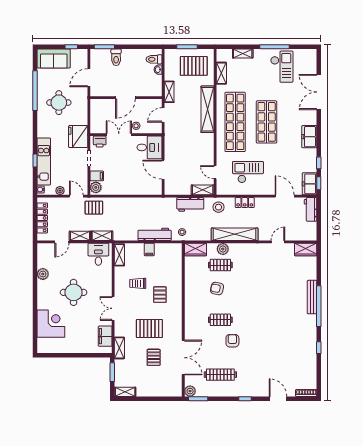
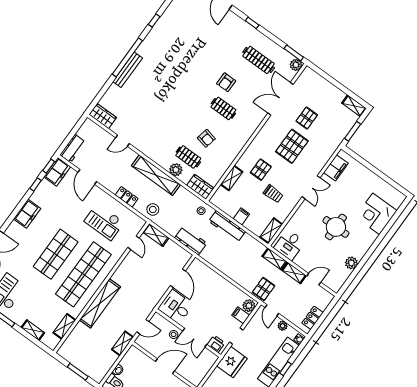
pallet: (194, 66) -> (84, 350), removed
workbench: (190, 204) -> (191, 241), moved
pallet: (94, 208) -> (264, 289), turned 90
locker: (42, 218) -> (312, 318), width x0.66
pallet: (149, 329) -> (292, 146), turned 90
shelving: (119, 348) -> (232, 178), moved

